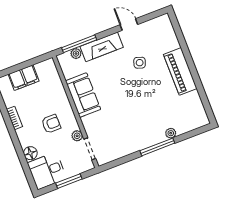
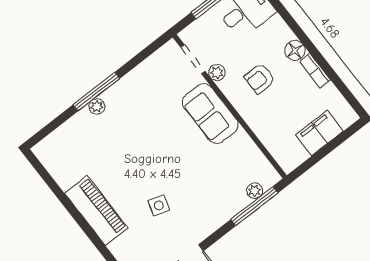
fireplace: (102, 47) -> (220, 212), removed
sofa: (83, 95) -> (210, 114), moved
plant: (171, 133) -> (97, 106), moved
floor lamp: (30, 153) -> (295, 50), moved

